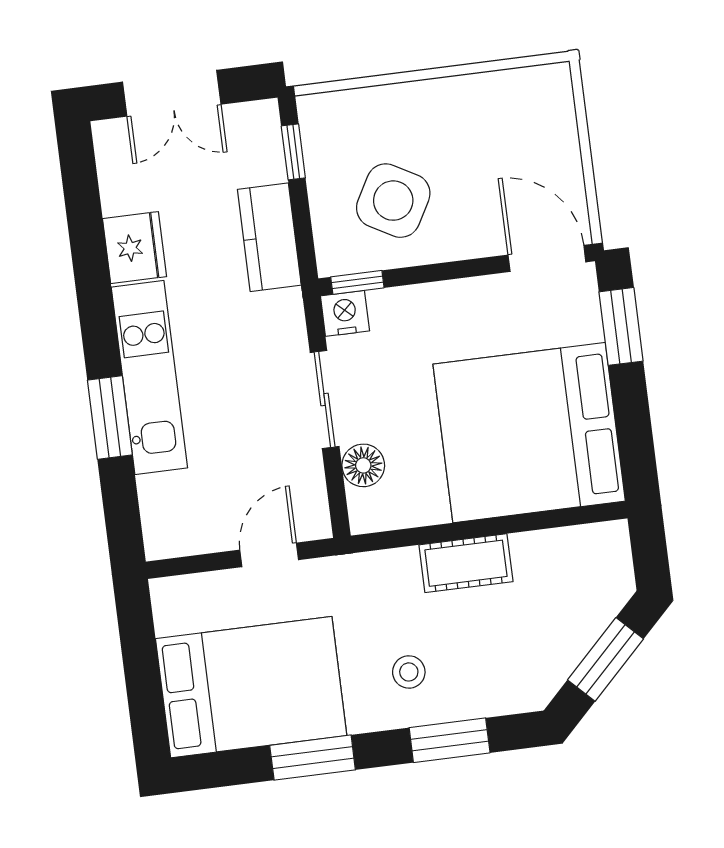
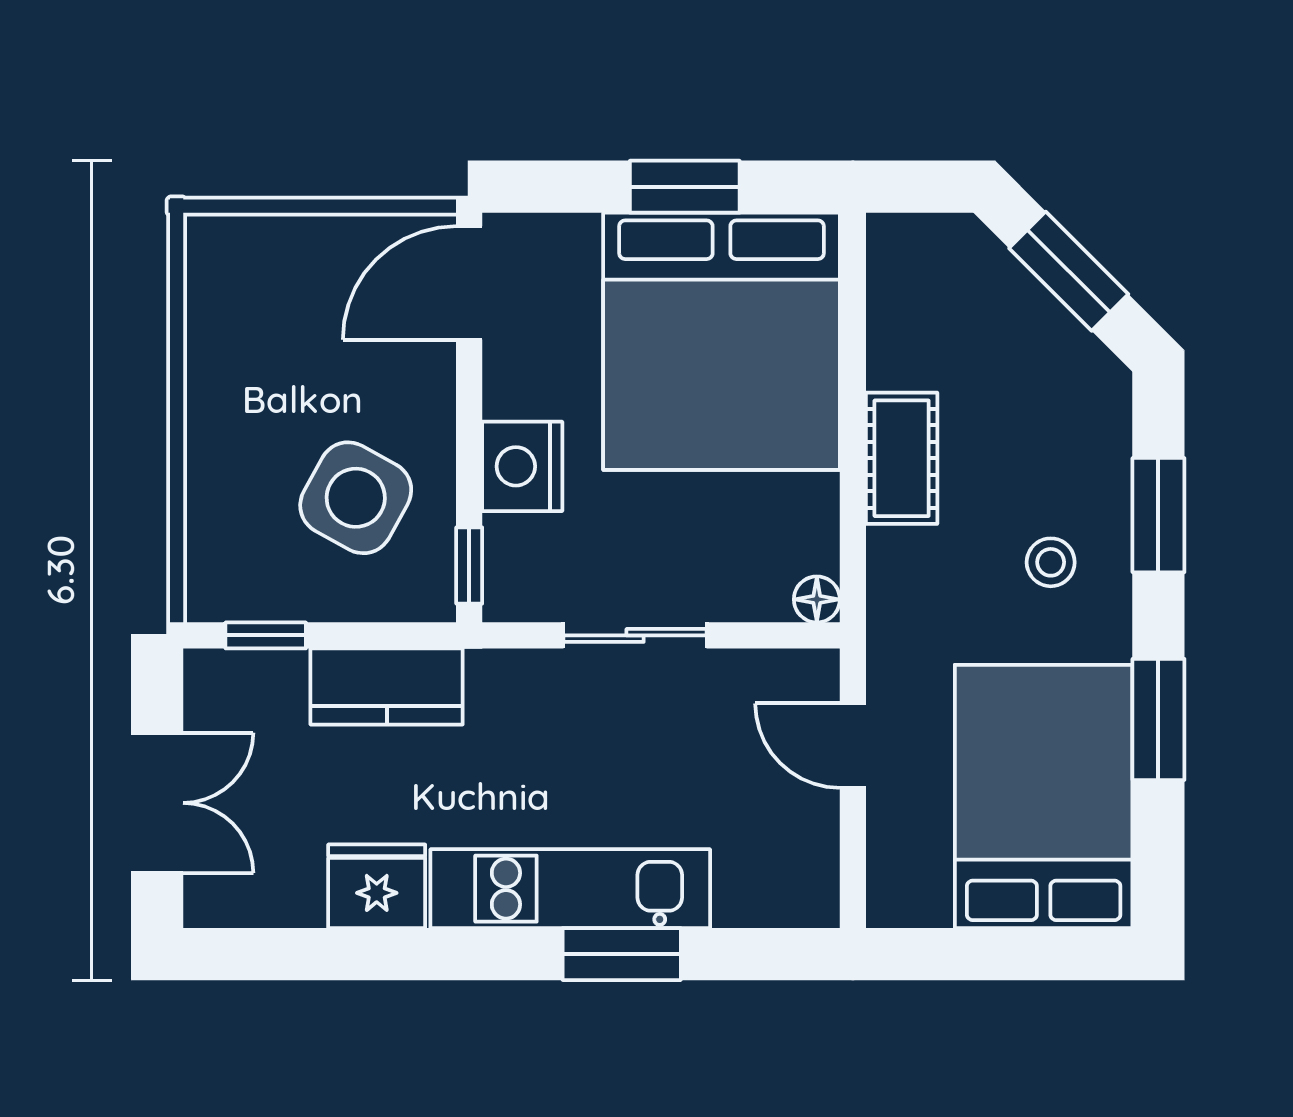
nightstand: (345, 313) -> (522, 466), moved, width x1.36, depth x1.33
window: (621, 326) -> (685, 187), moved
floor lamp: (363, 465) -> (817, 599), moved, width x0.73, depth x0.73

